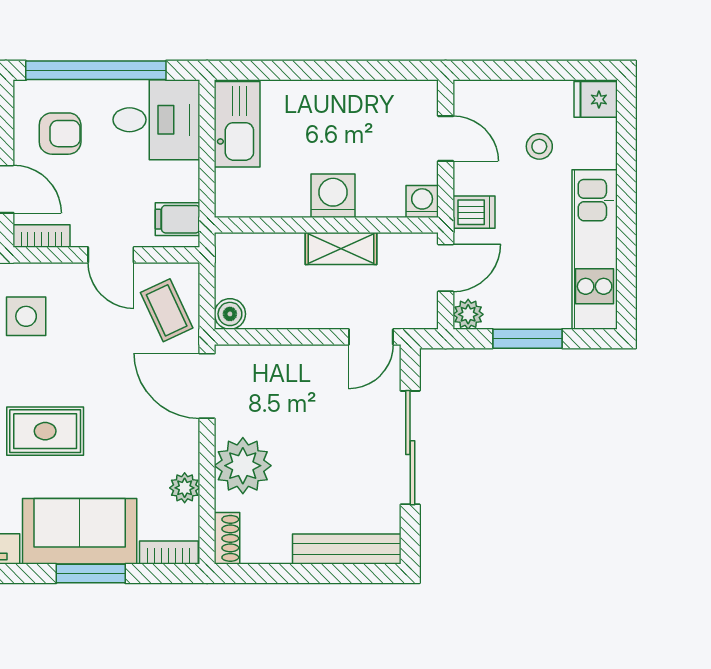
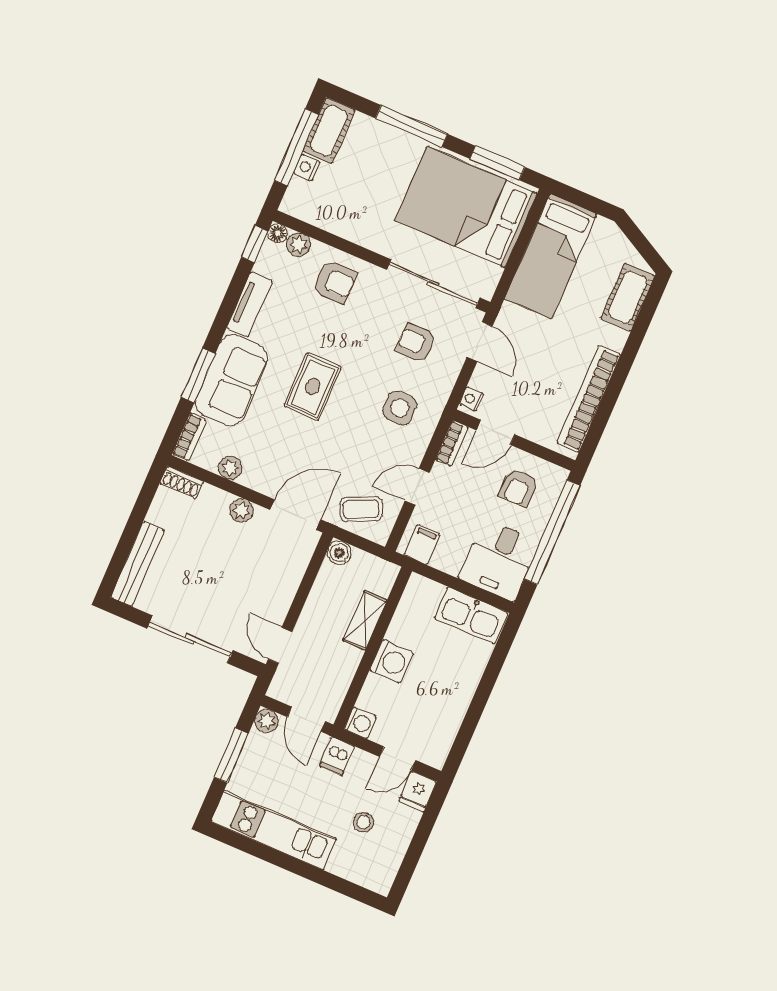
fridge: (596, 99) -> (418, 791), moved, turned 180
shelving: (341, 248) -> (365, 620), moved
plant: (243, 466) -> (241, 510), width x0.53, depth x0.53

